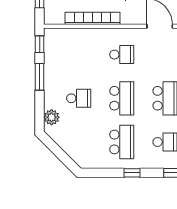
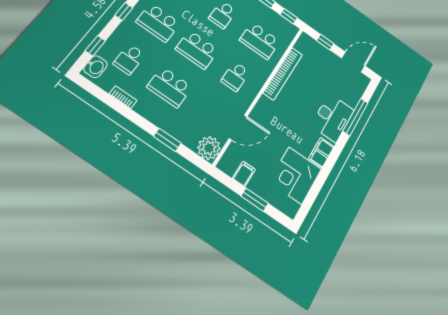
school desk: (79, 55) -> (260, 41), added

